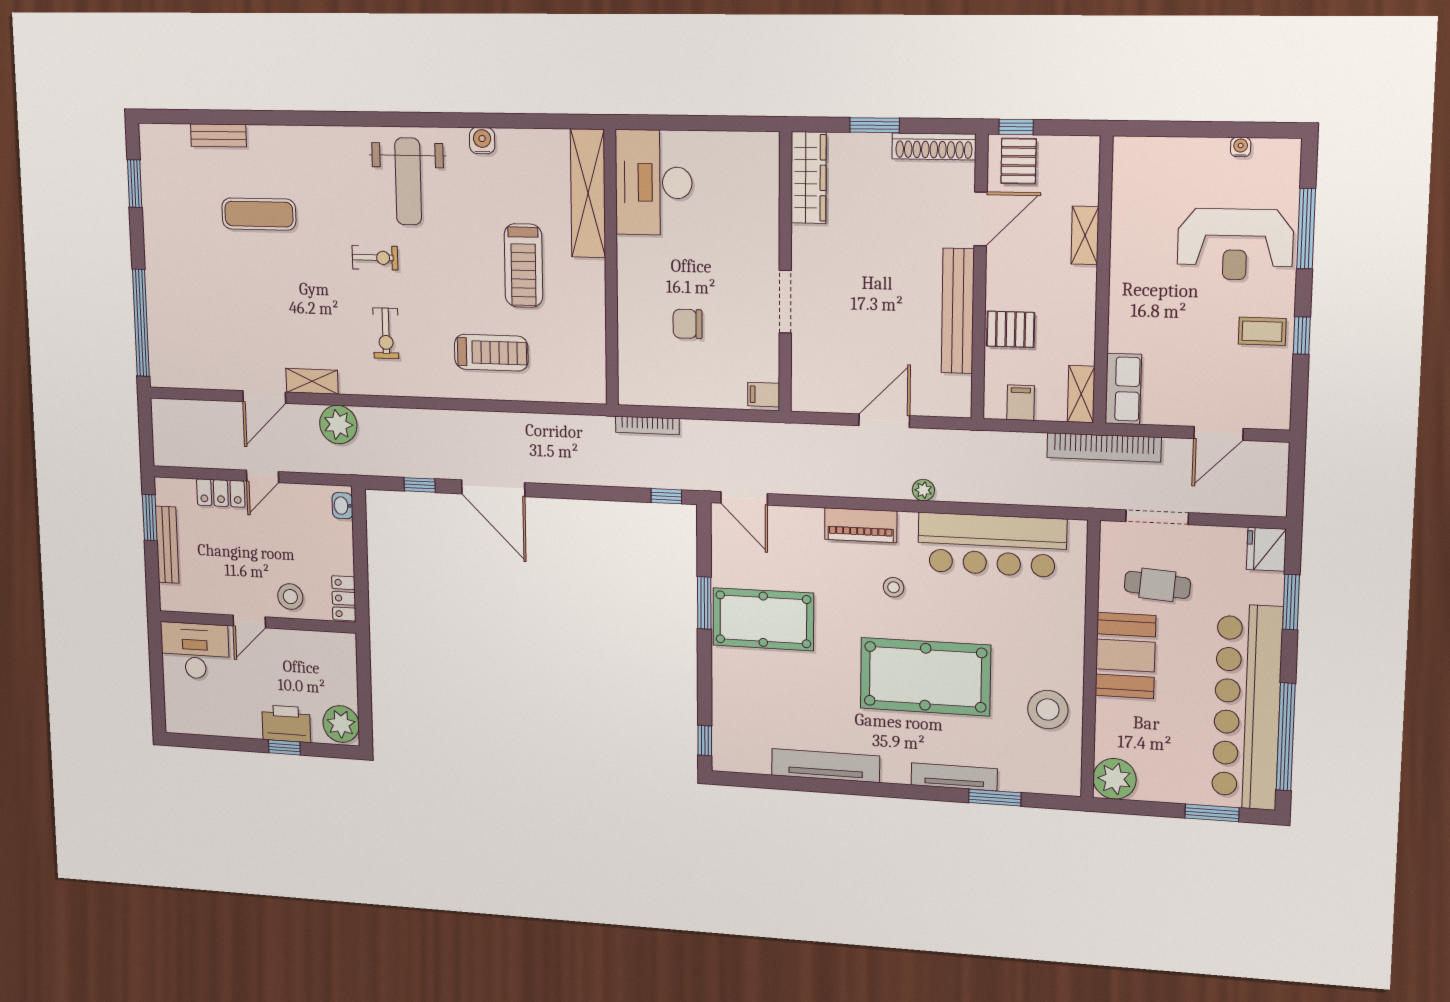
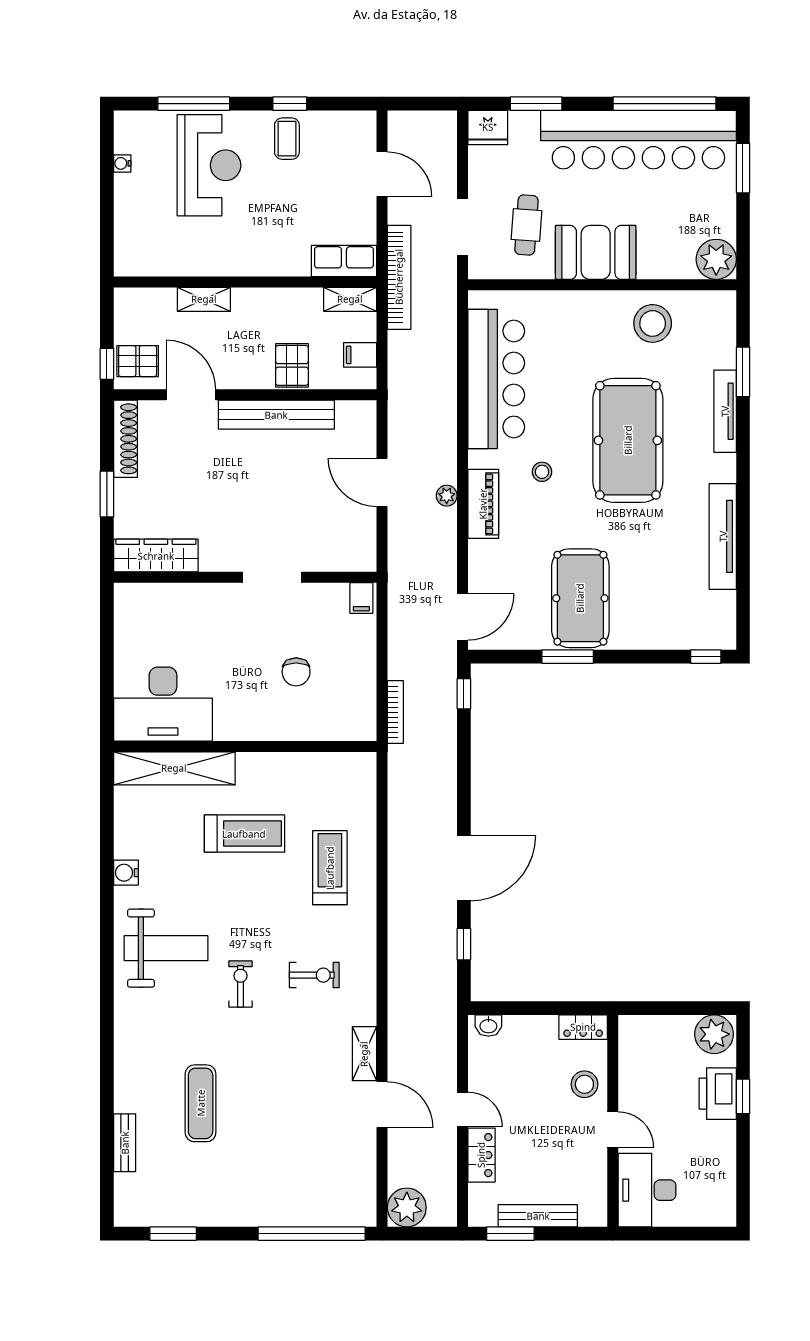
plant: (338, 425) -> (407, 1207), moved
plant: (923, 490) -> (447, 496), moved

